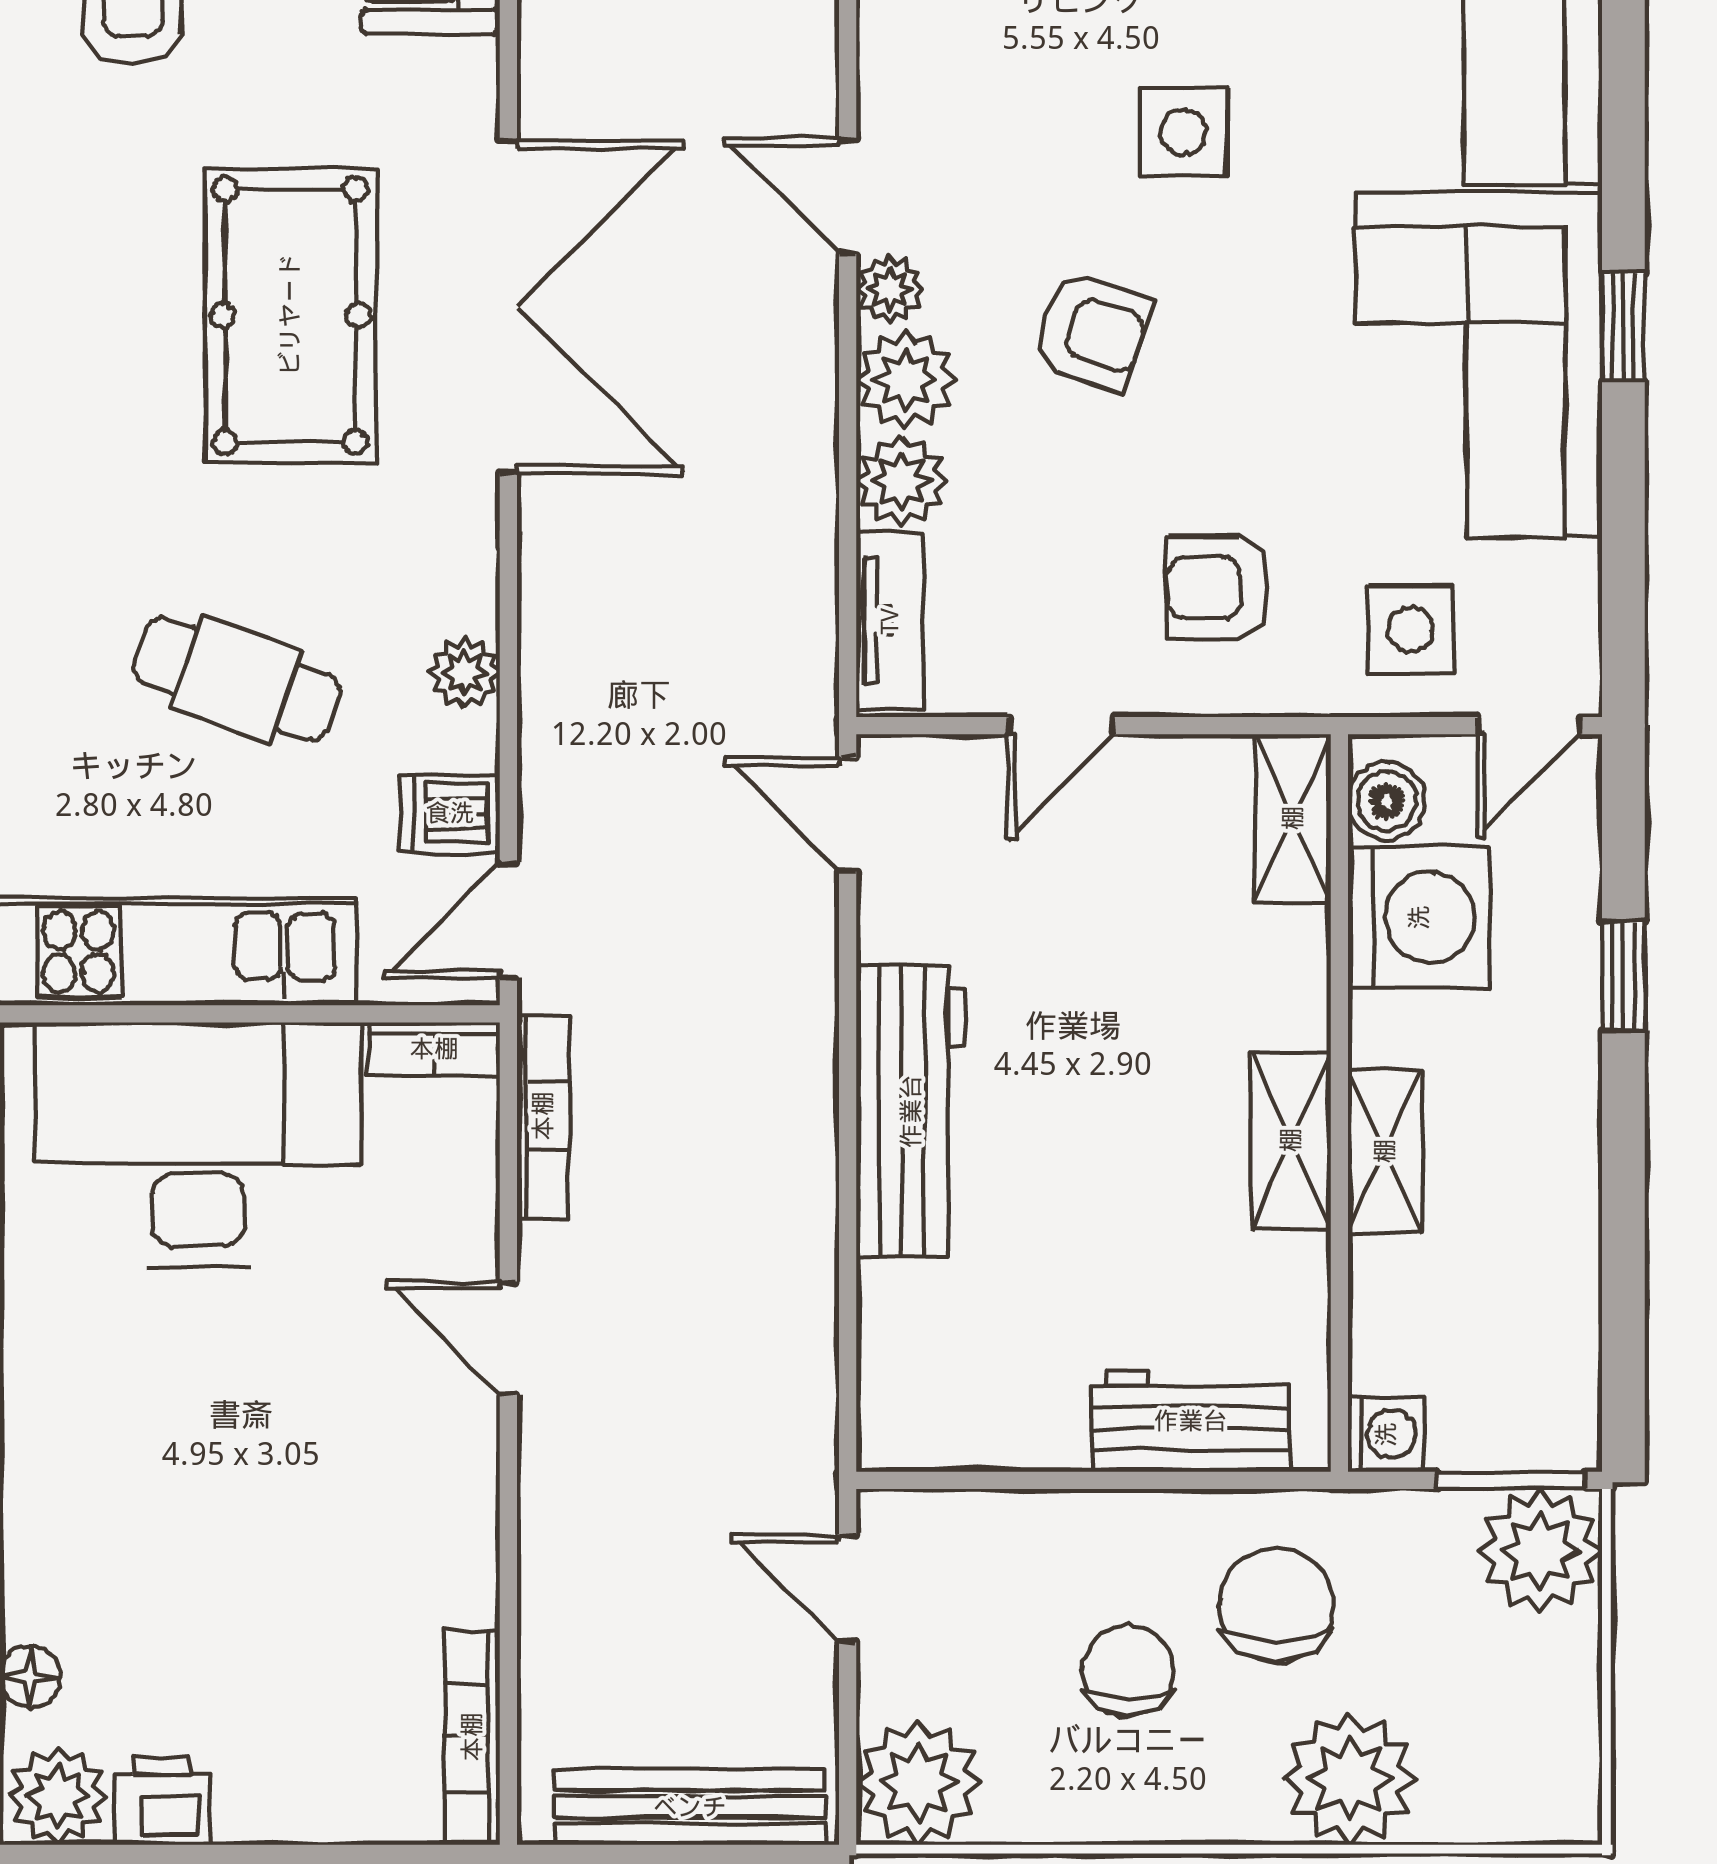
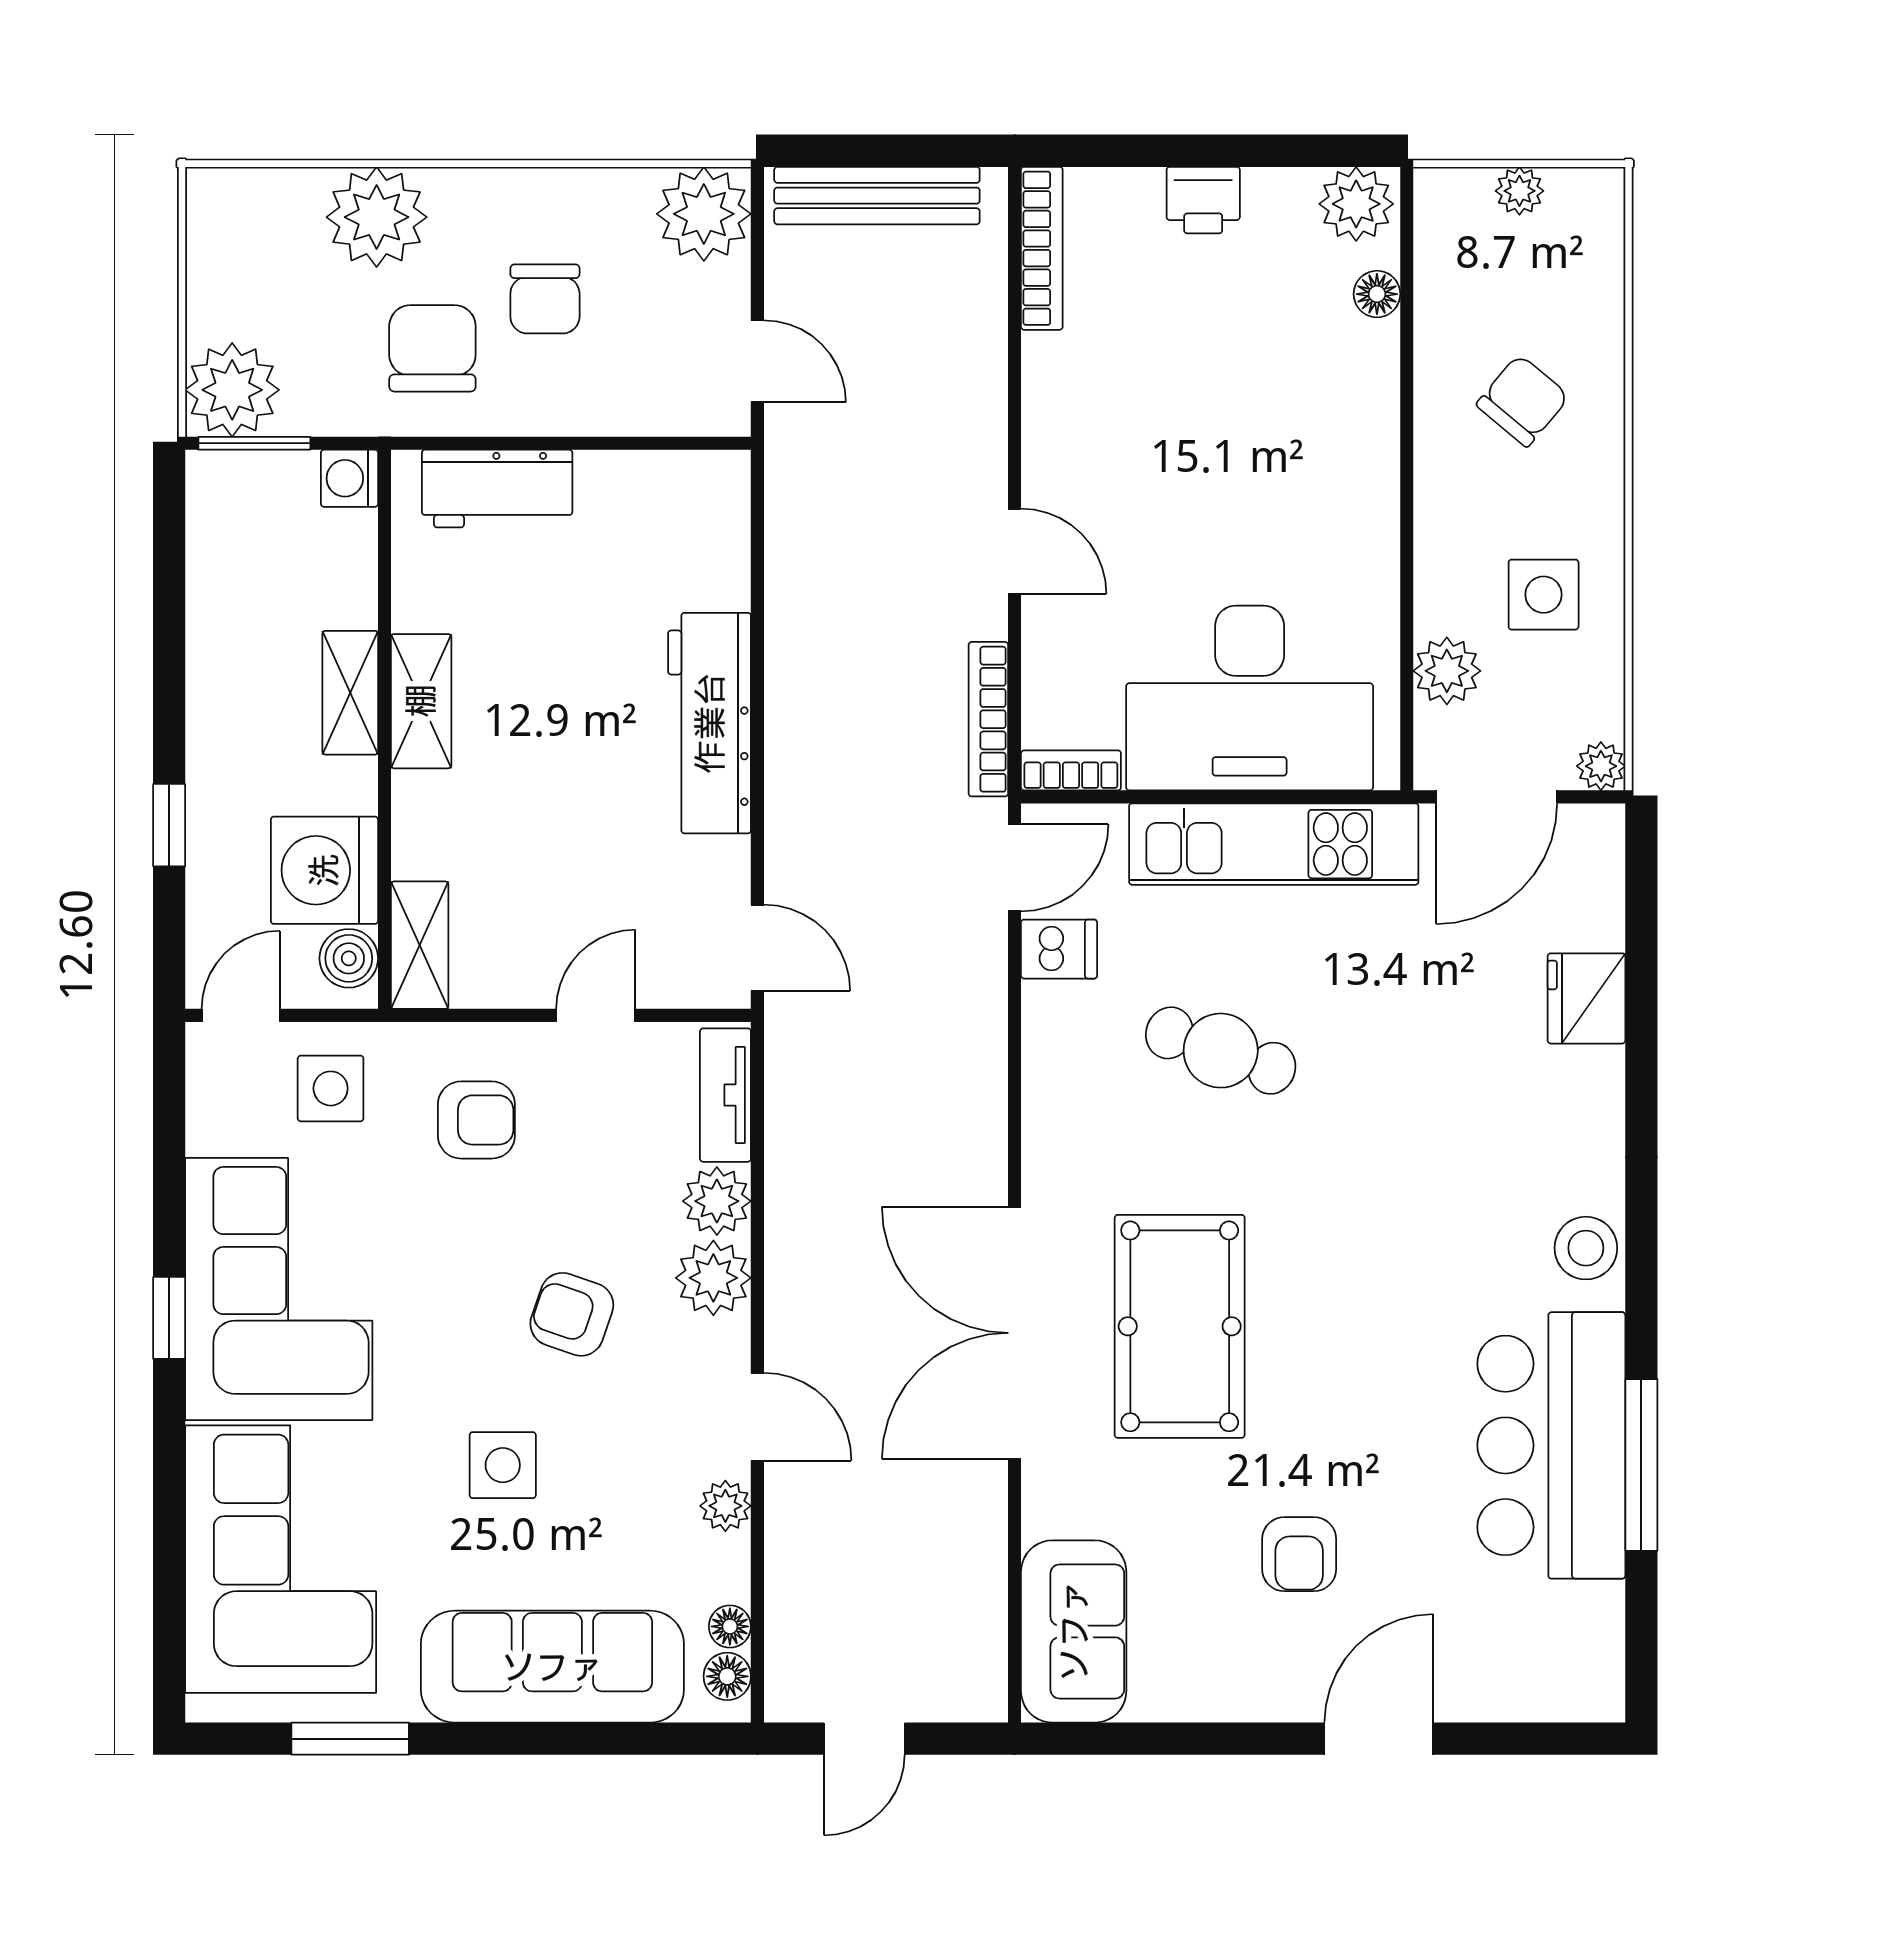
plant: (890, 289) -> (725, 1506), moved
plant: (465, 673) -> (1048, 1056), removed
chair: (1276, 1606) -> (432, 348), turned 180
printer: (162, 1801) -> (1203, 200), moved

